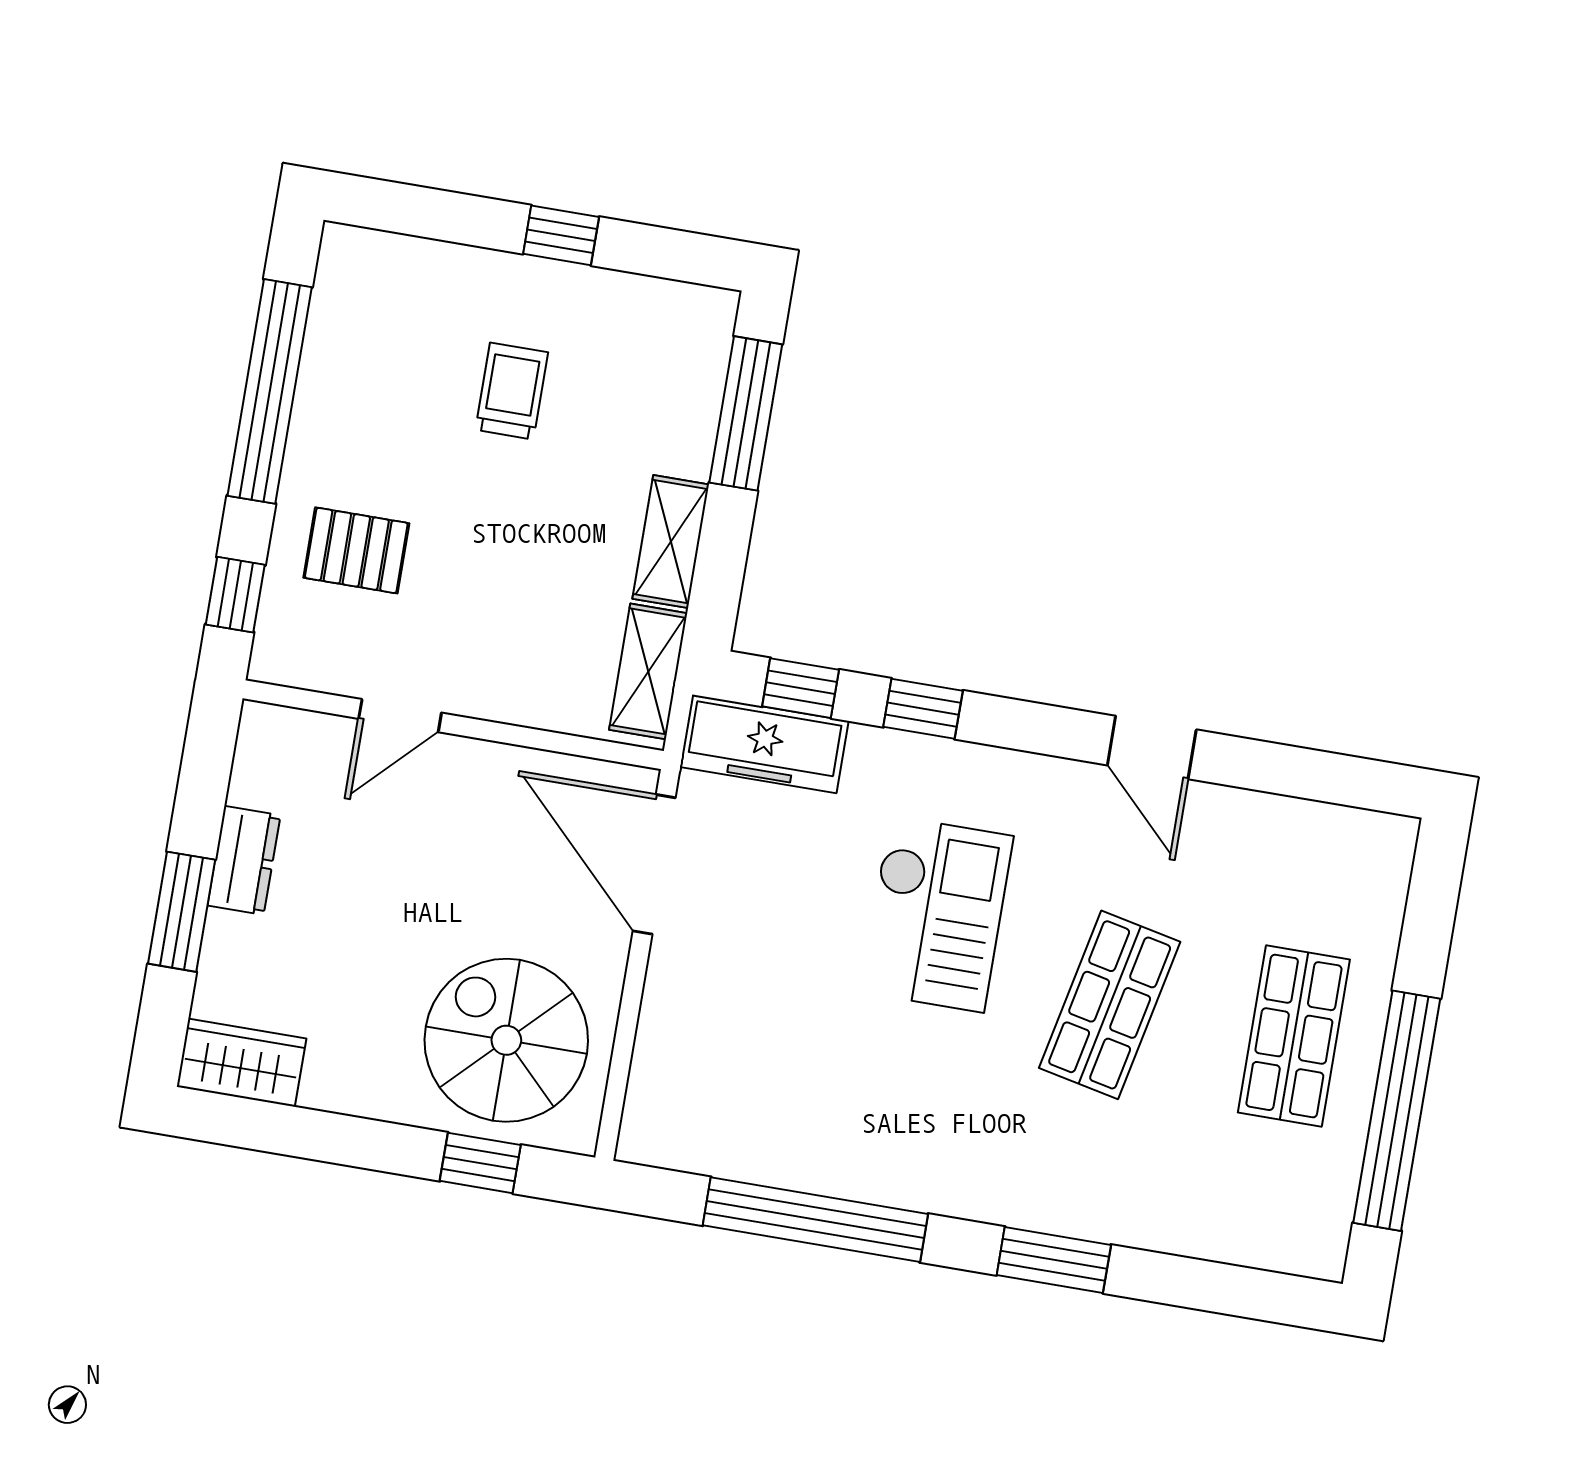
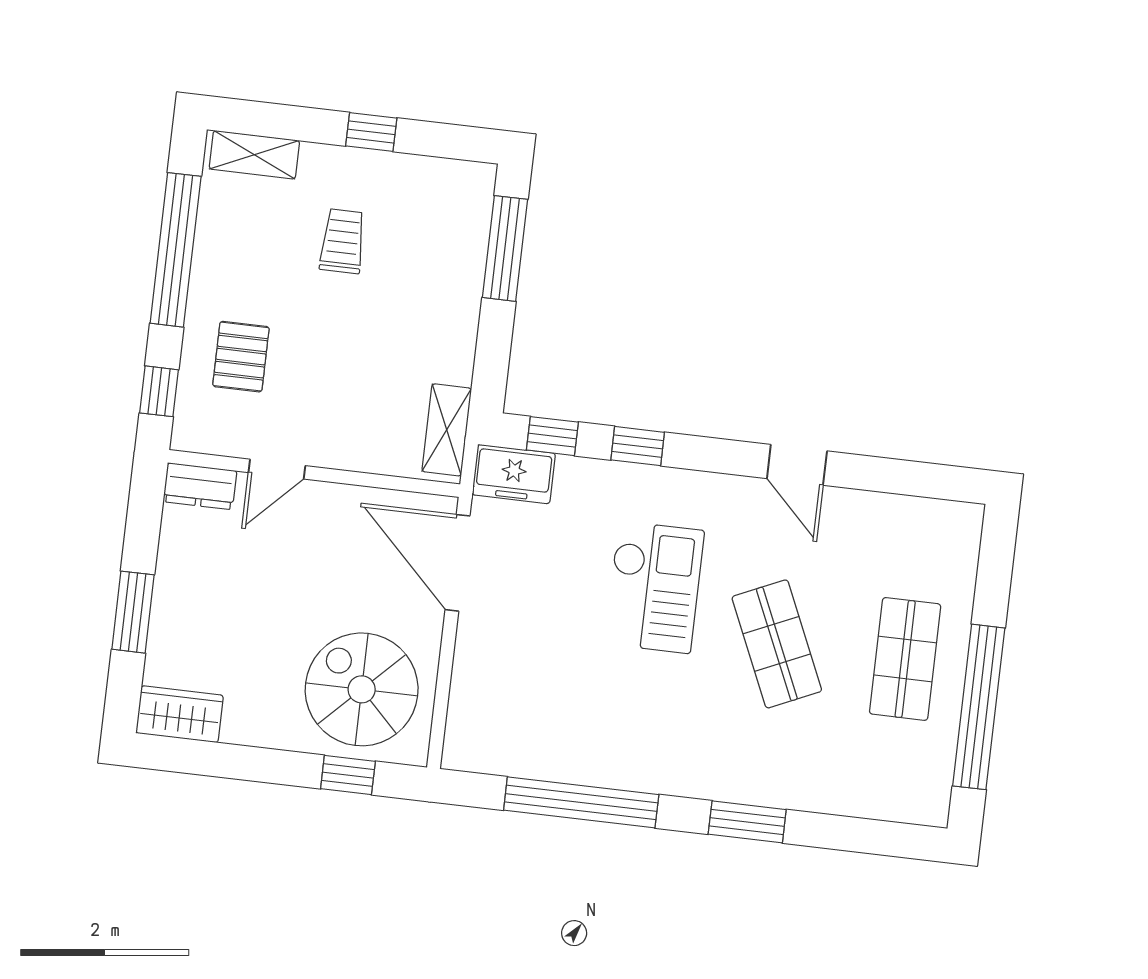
shelving: (671, 542) -> (254, 155), moved, turned 90
pallet: (356, 550) -> (241, 357), turned 90
freezer: (764, 744) -> (514, 474), width x0.71
dresser: (244, 860) -> (200, 486), moved, turned 90
shop shelf: (1110, 1005) -> (777, 644), turned -36

